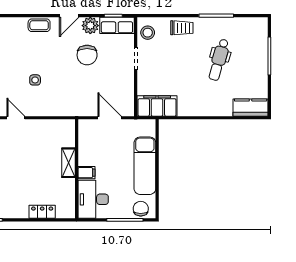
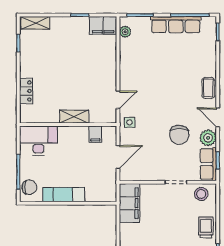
trolley: (182, 28) -> (206, 227), turned 180
chair: (87, 55) -> (179, 135), turned -90
side table: (35, 80) -> (130, 122), moved
door: (16, 118) -> (118, 100), moved
exam couch: (145, 166) -> (64, 195), width x0.73, depth x0.69
filing cabinet: (86, 173) -> (95, 134), moved

